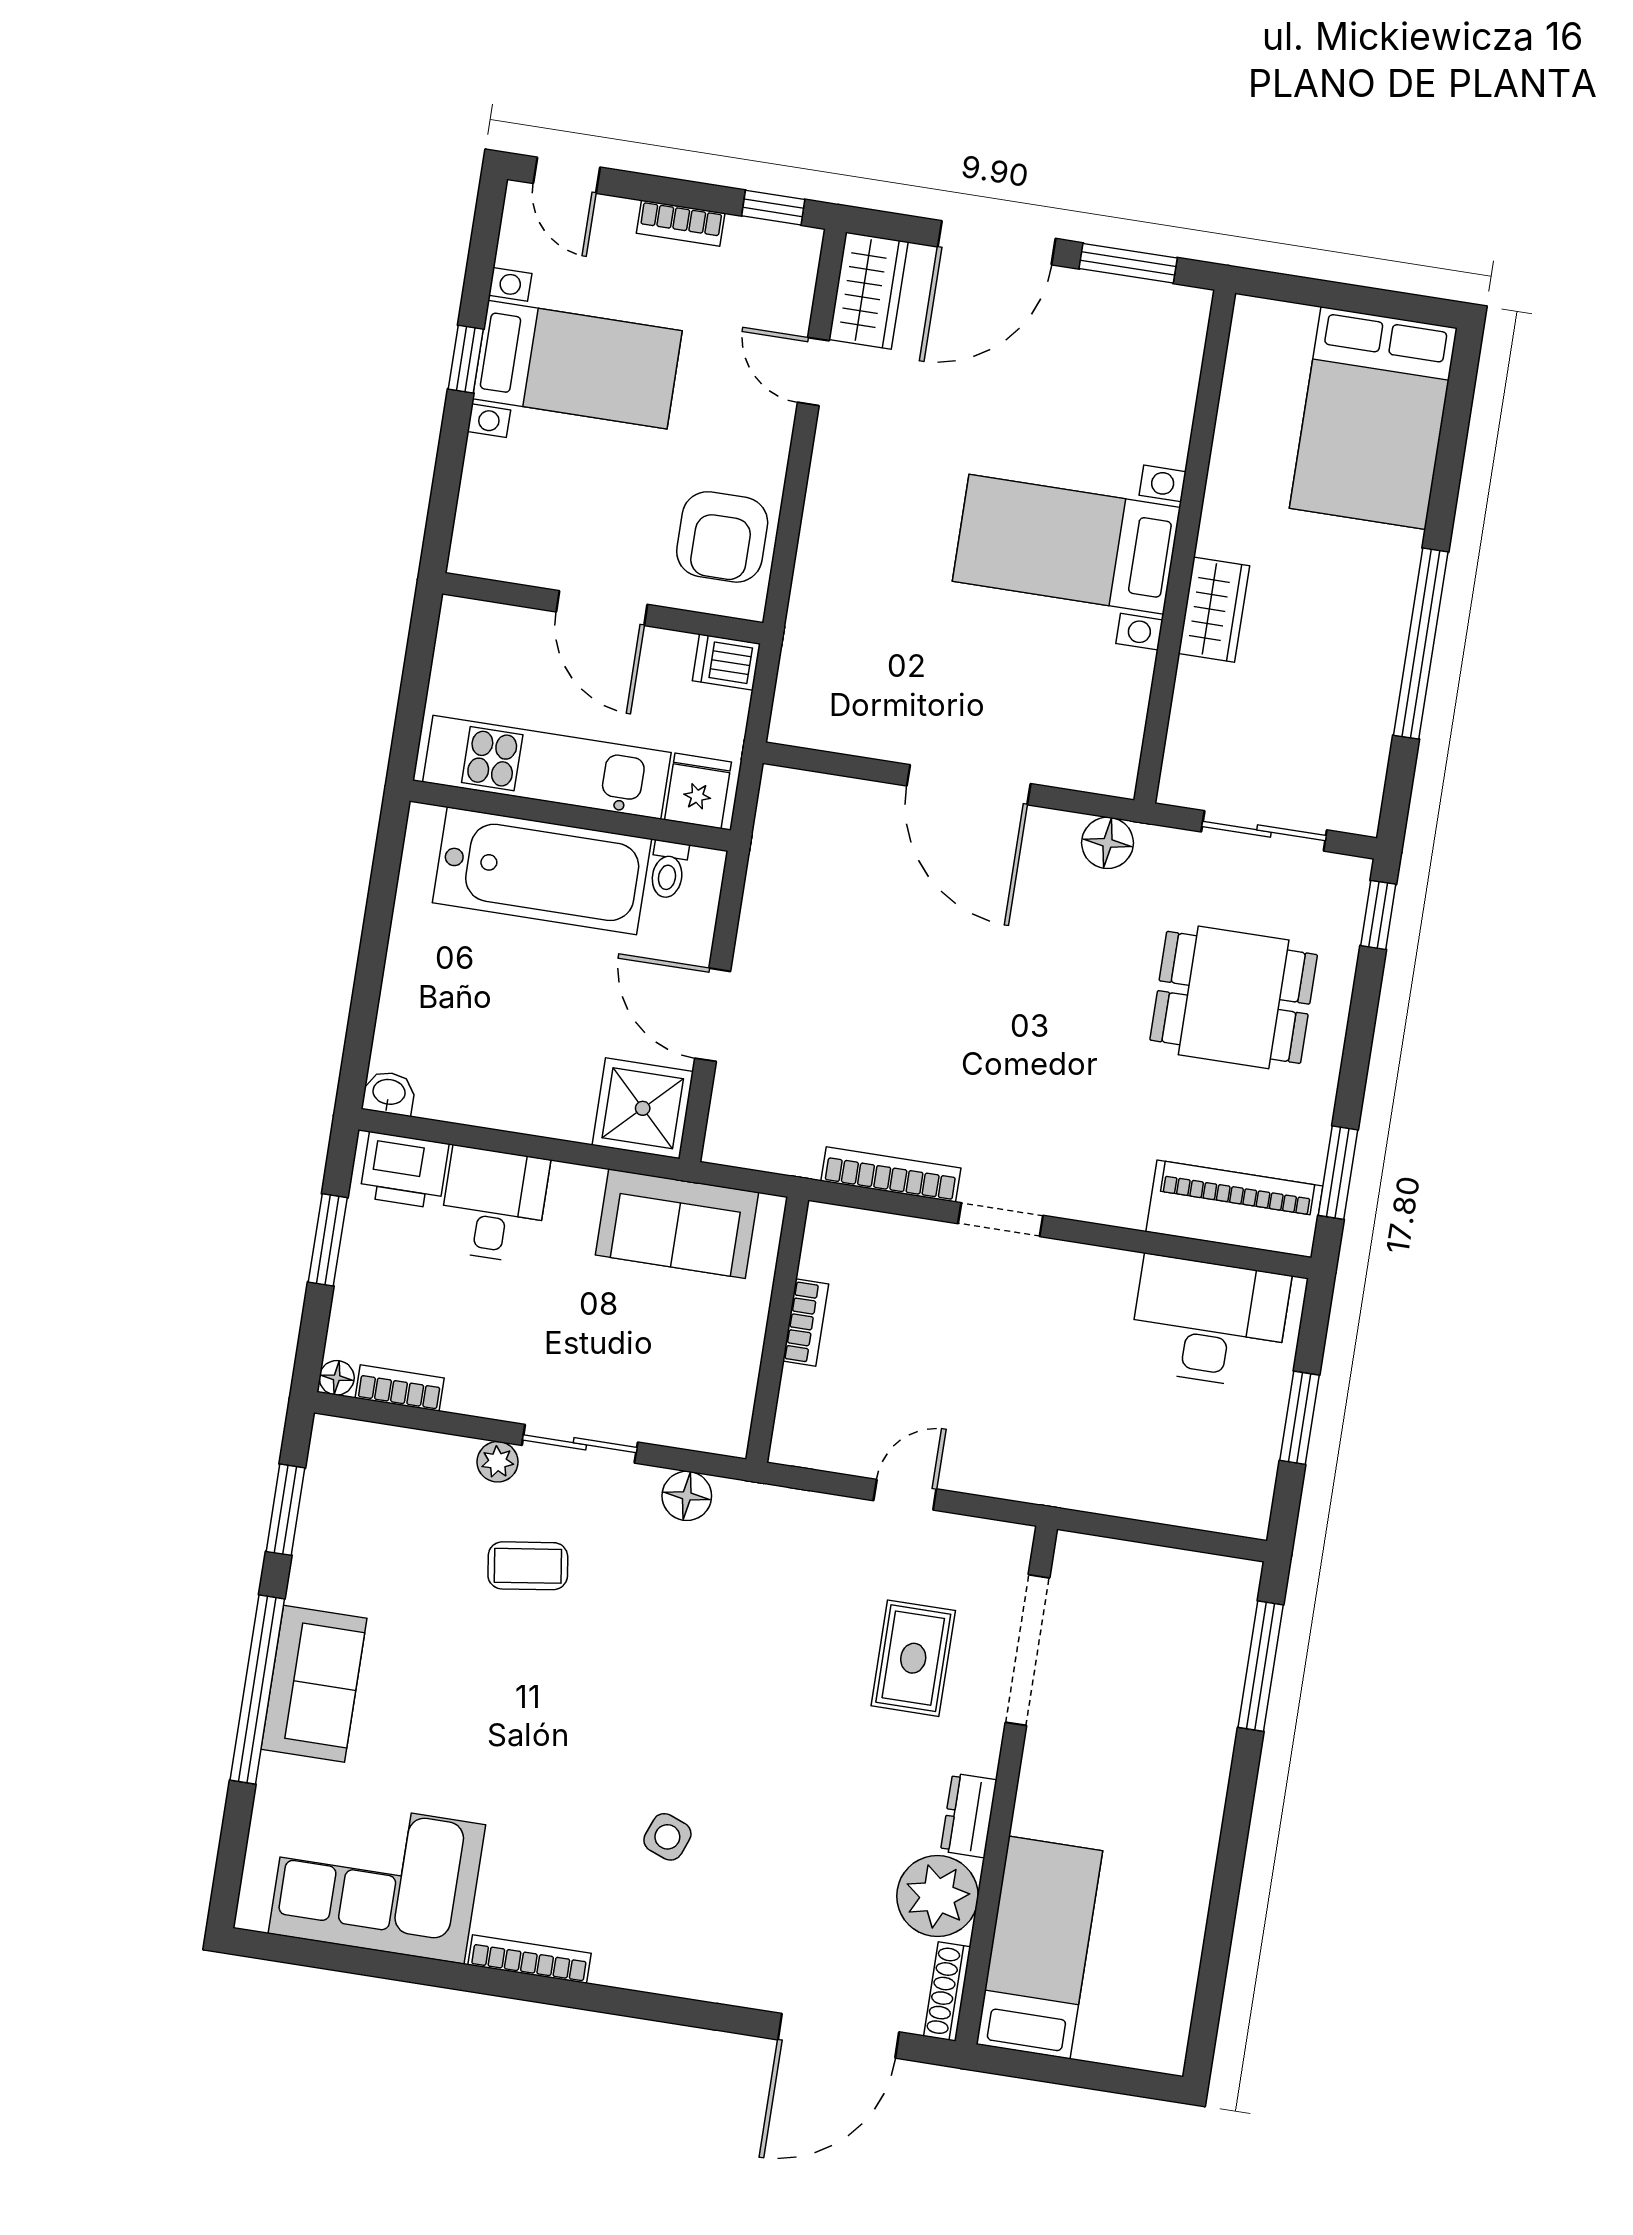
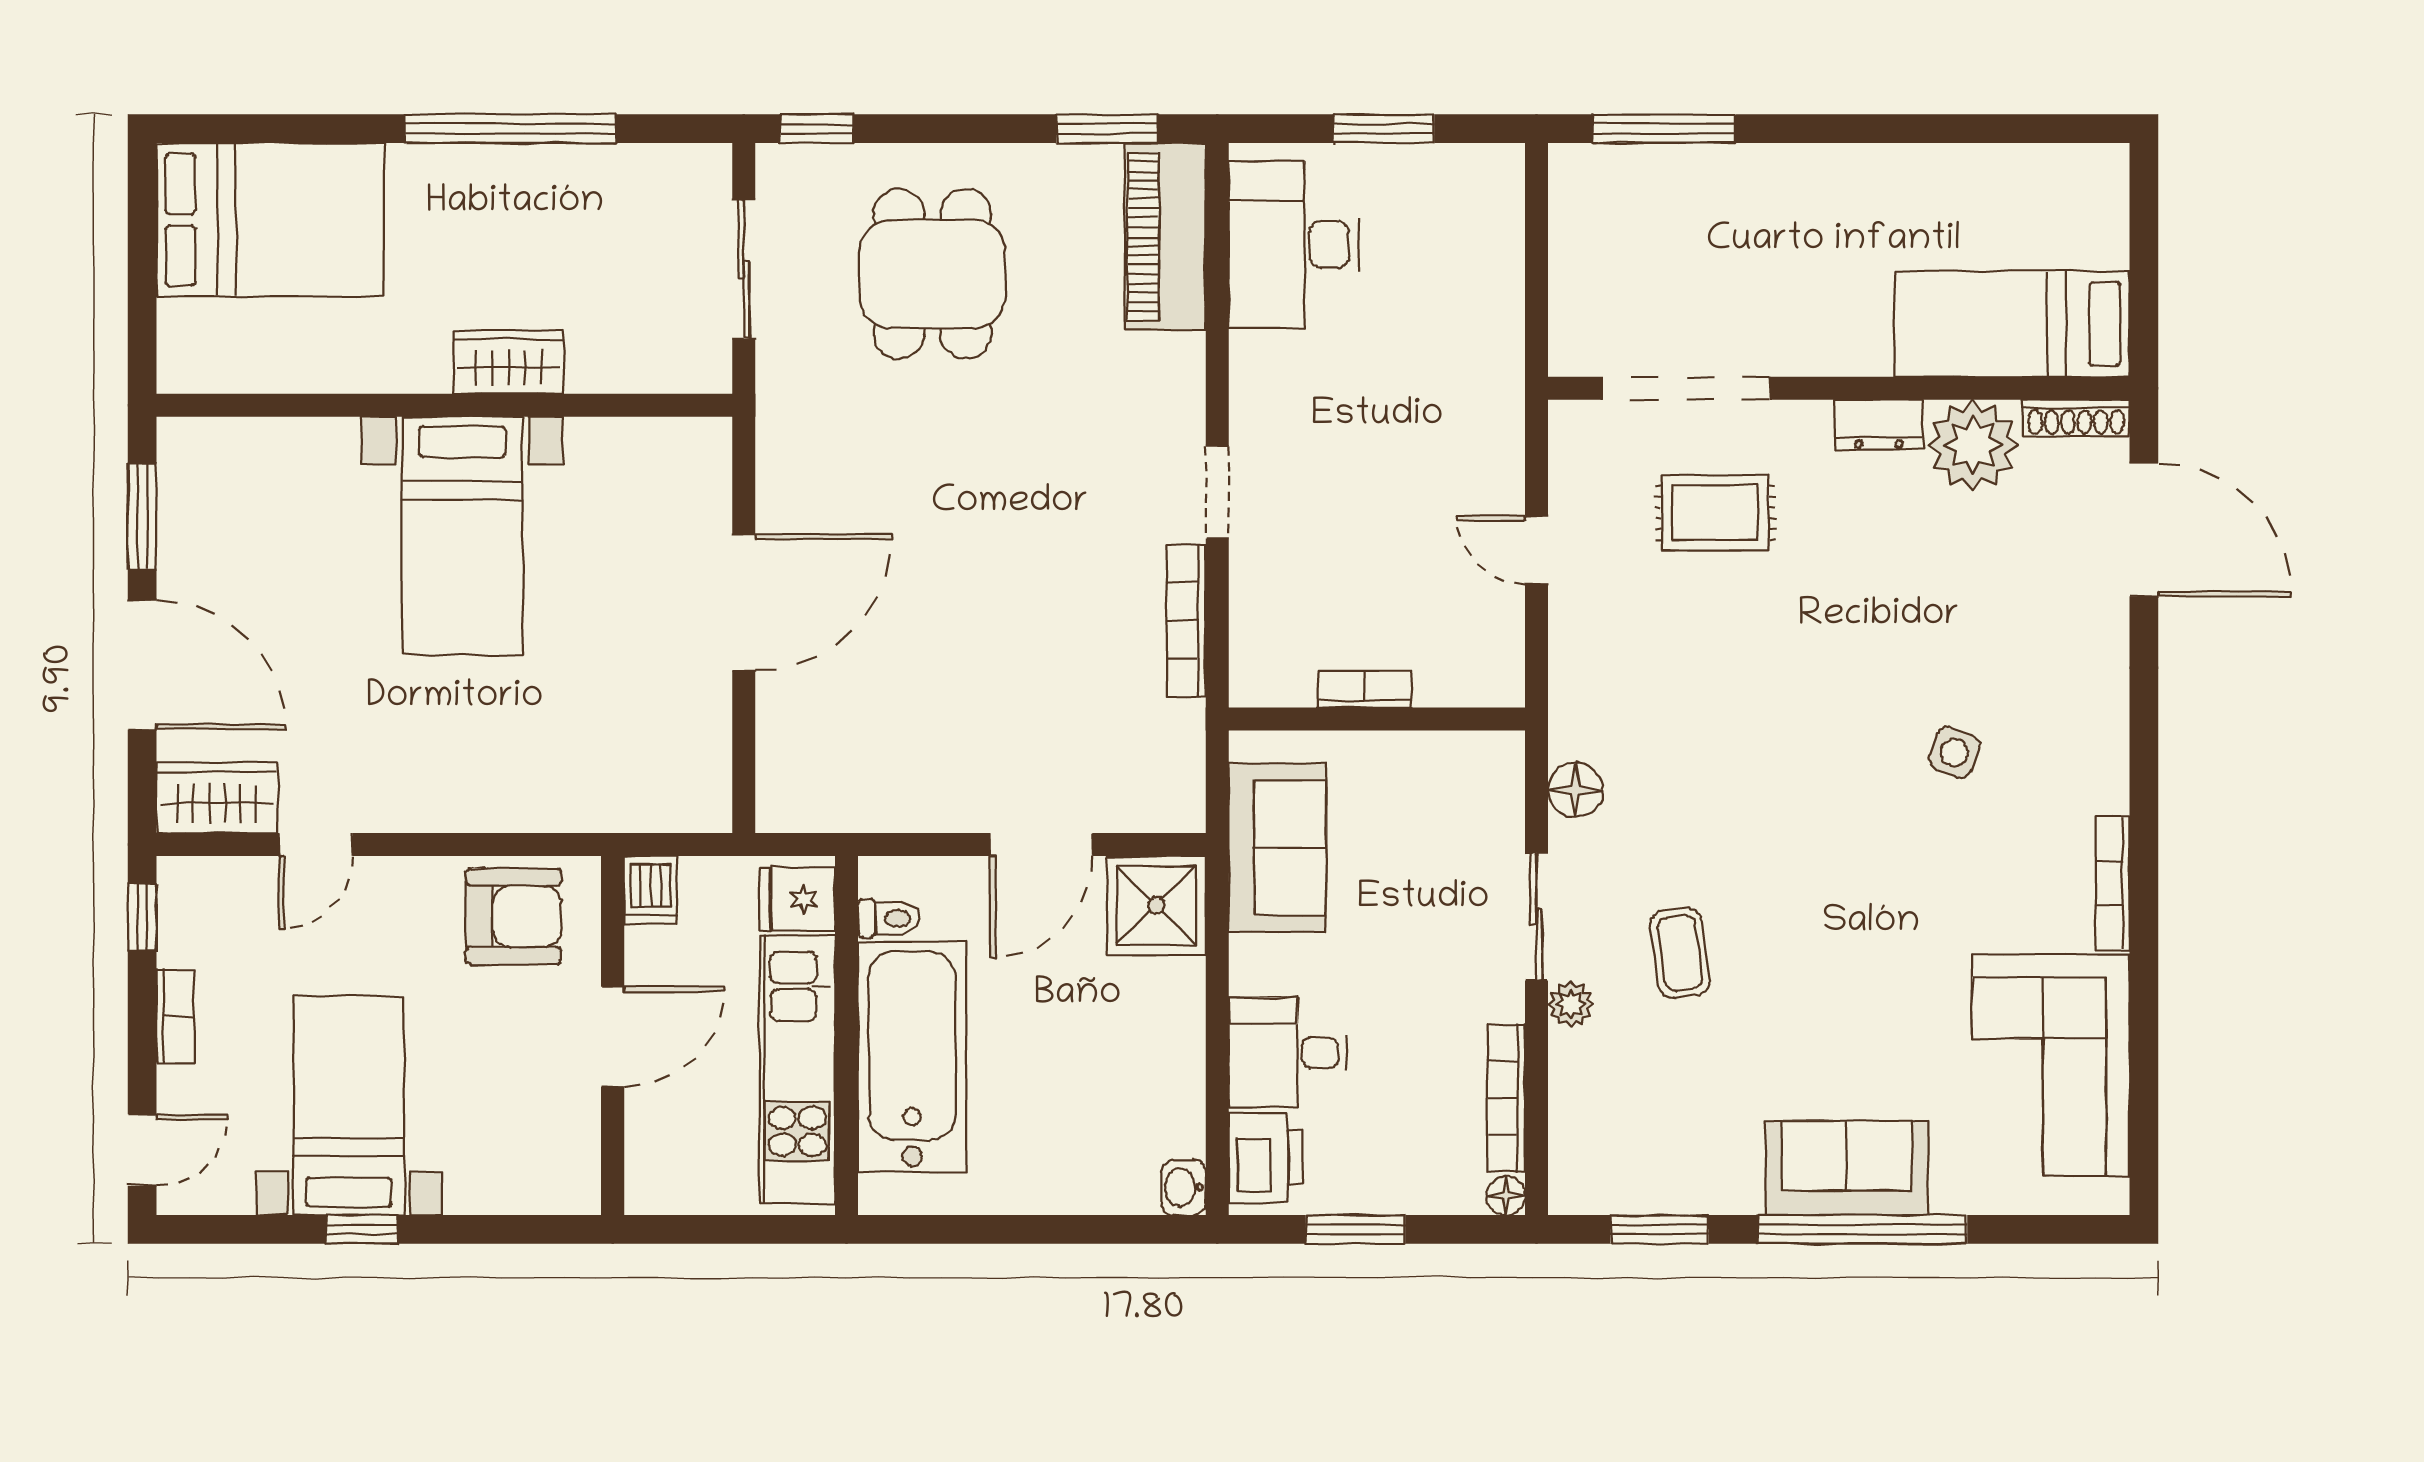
floor lamp: (1107, 843) -> (784, 439), removed
bookcase: (400, 1388) -> (1506, 1098), width x1.56

